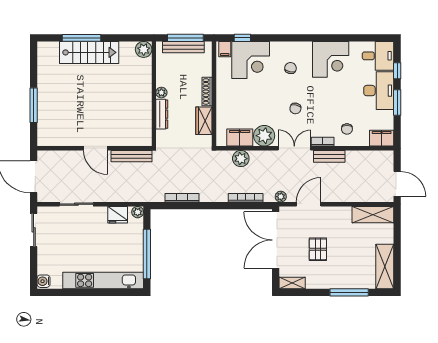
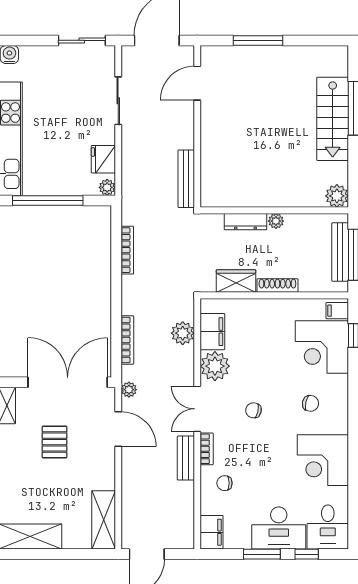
door: (95, 148) -> (197, 83), moved
double door: (294, 148) -> (197, 409), swing flipped
pallet: (318, 249) -> (55, 442), turned 90

